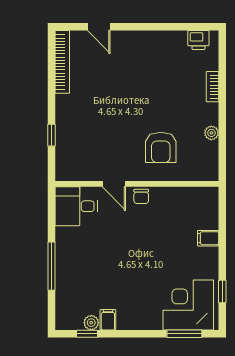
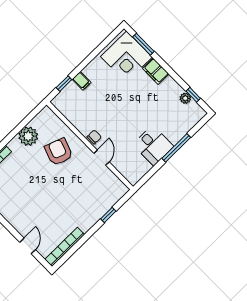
plant: (211, 133) -> (28, 136), width x1.88, depth x1.88
armchair: (161, 147) -> (59, 152), turned -70
desk: (76, 206) -> (153, 145), moved
window: (222, 292) -> (64, 84), moved
filing cabinet: (108, 320) -> (156, 71), moved, width x2.00

